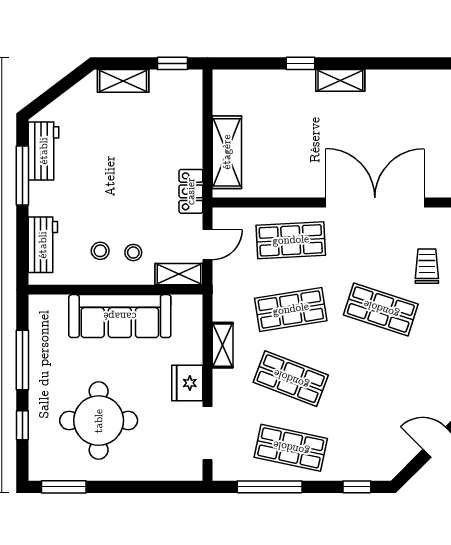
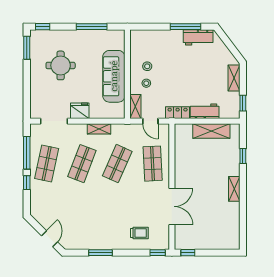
window: (300, 63) -> (243, 156), moved
shelving: (227, 152) -> (211, 131), moved
double door: (375, 203) -> (172, 206), width x0.73
workbench: (43, 245) -> (205, 111), moved, turned 180
shop shelf: (291, 309) -> (117, 164), turned 33
shop shelf: (381, 309) -> (117, 210), removed
round table: (99, 421) -> (61, 65), width x0.73, depth x0.73
window: (22, 425) -> (43, 27), moved
window: (357, 487) -> (27, 183), moved

